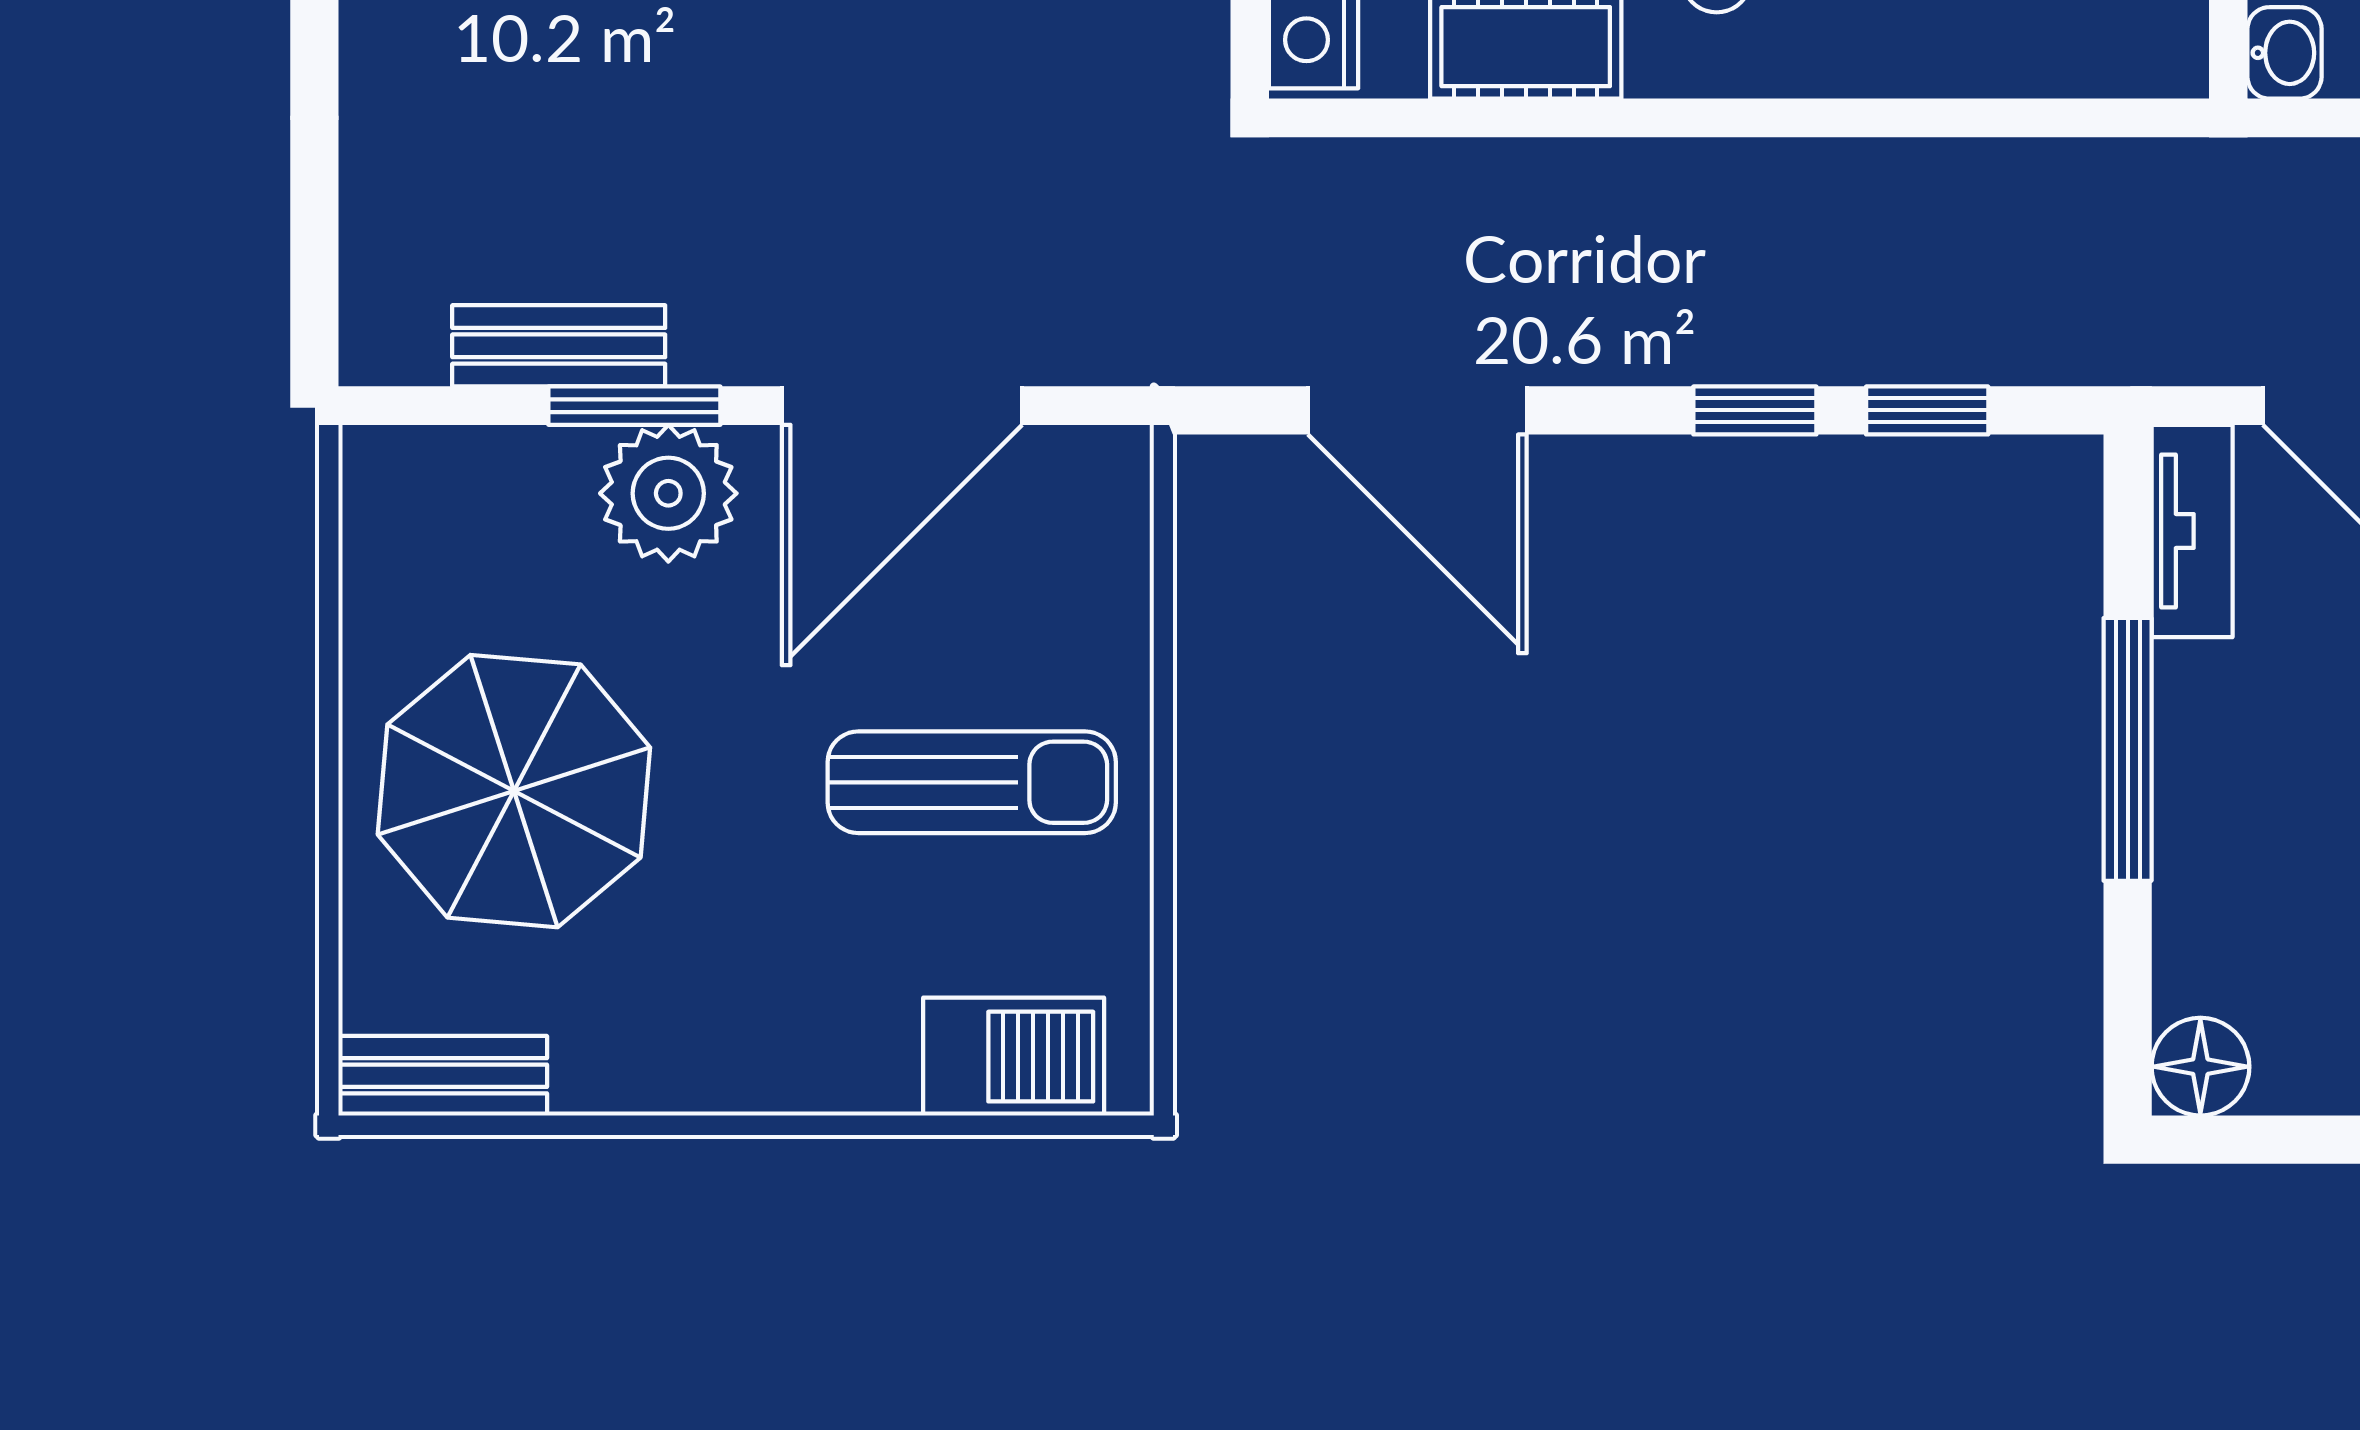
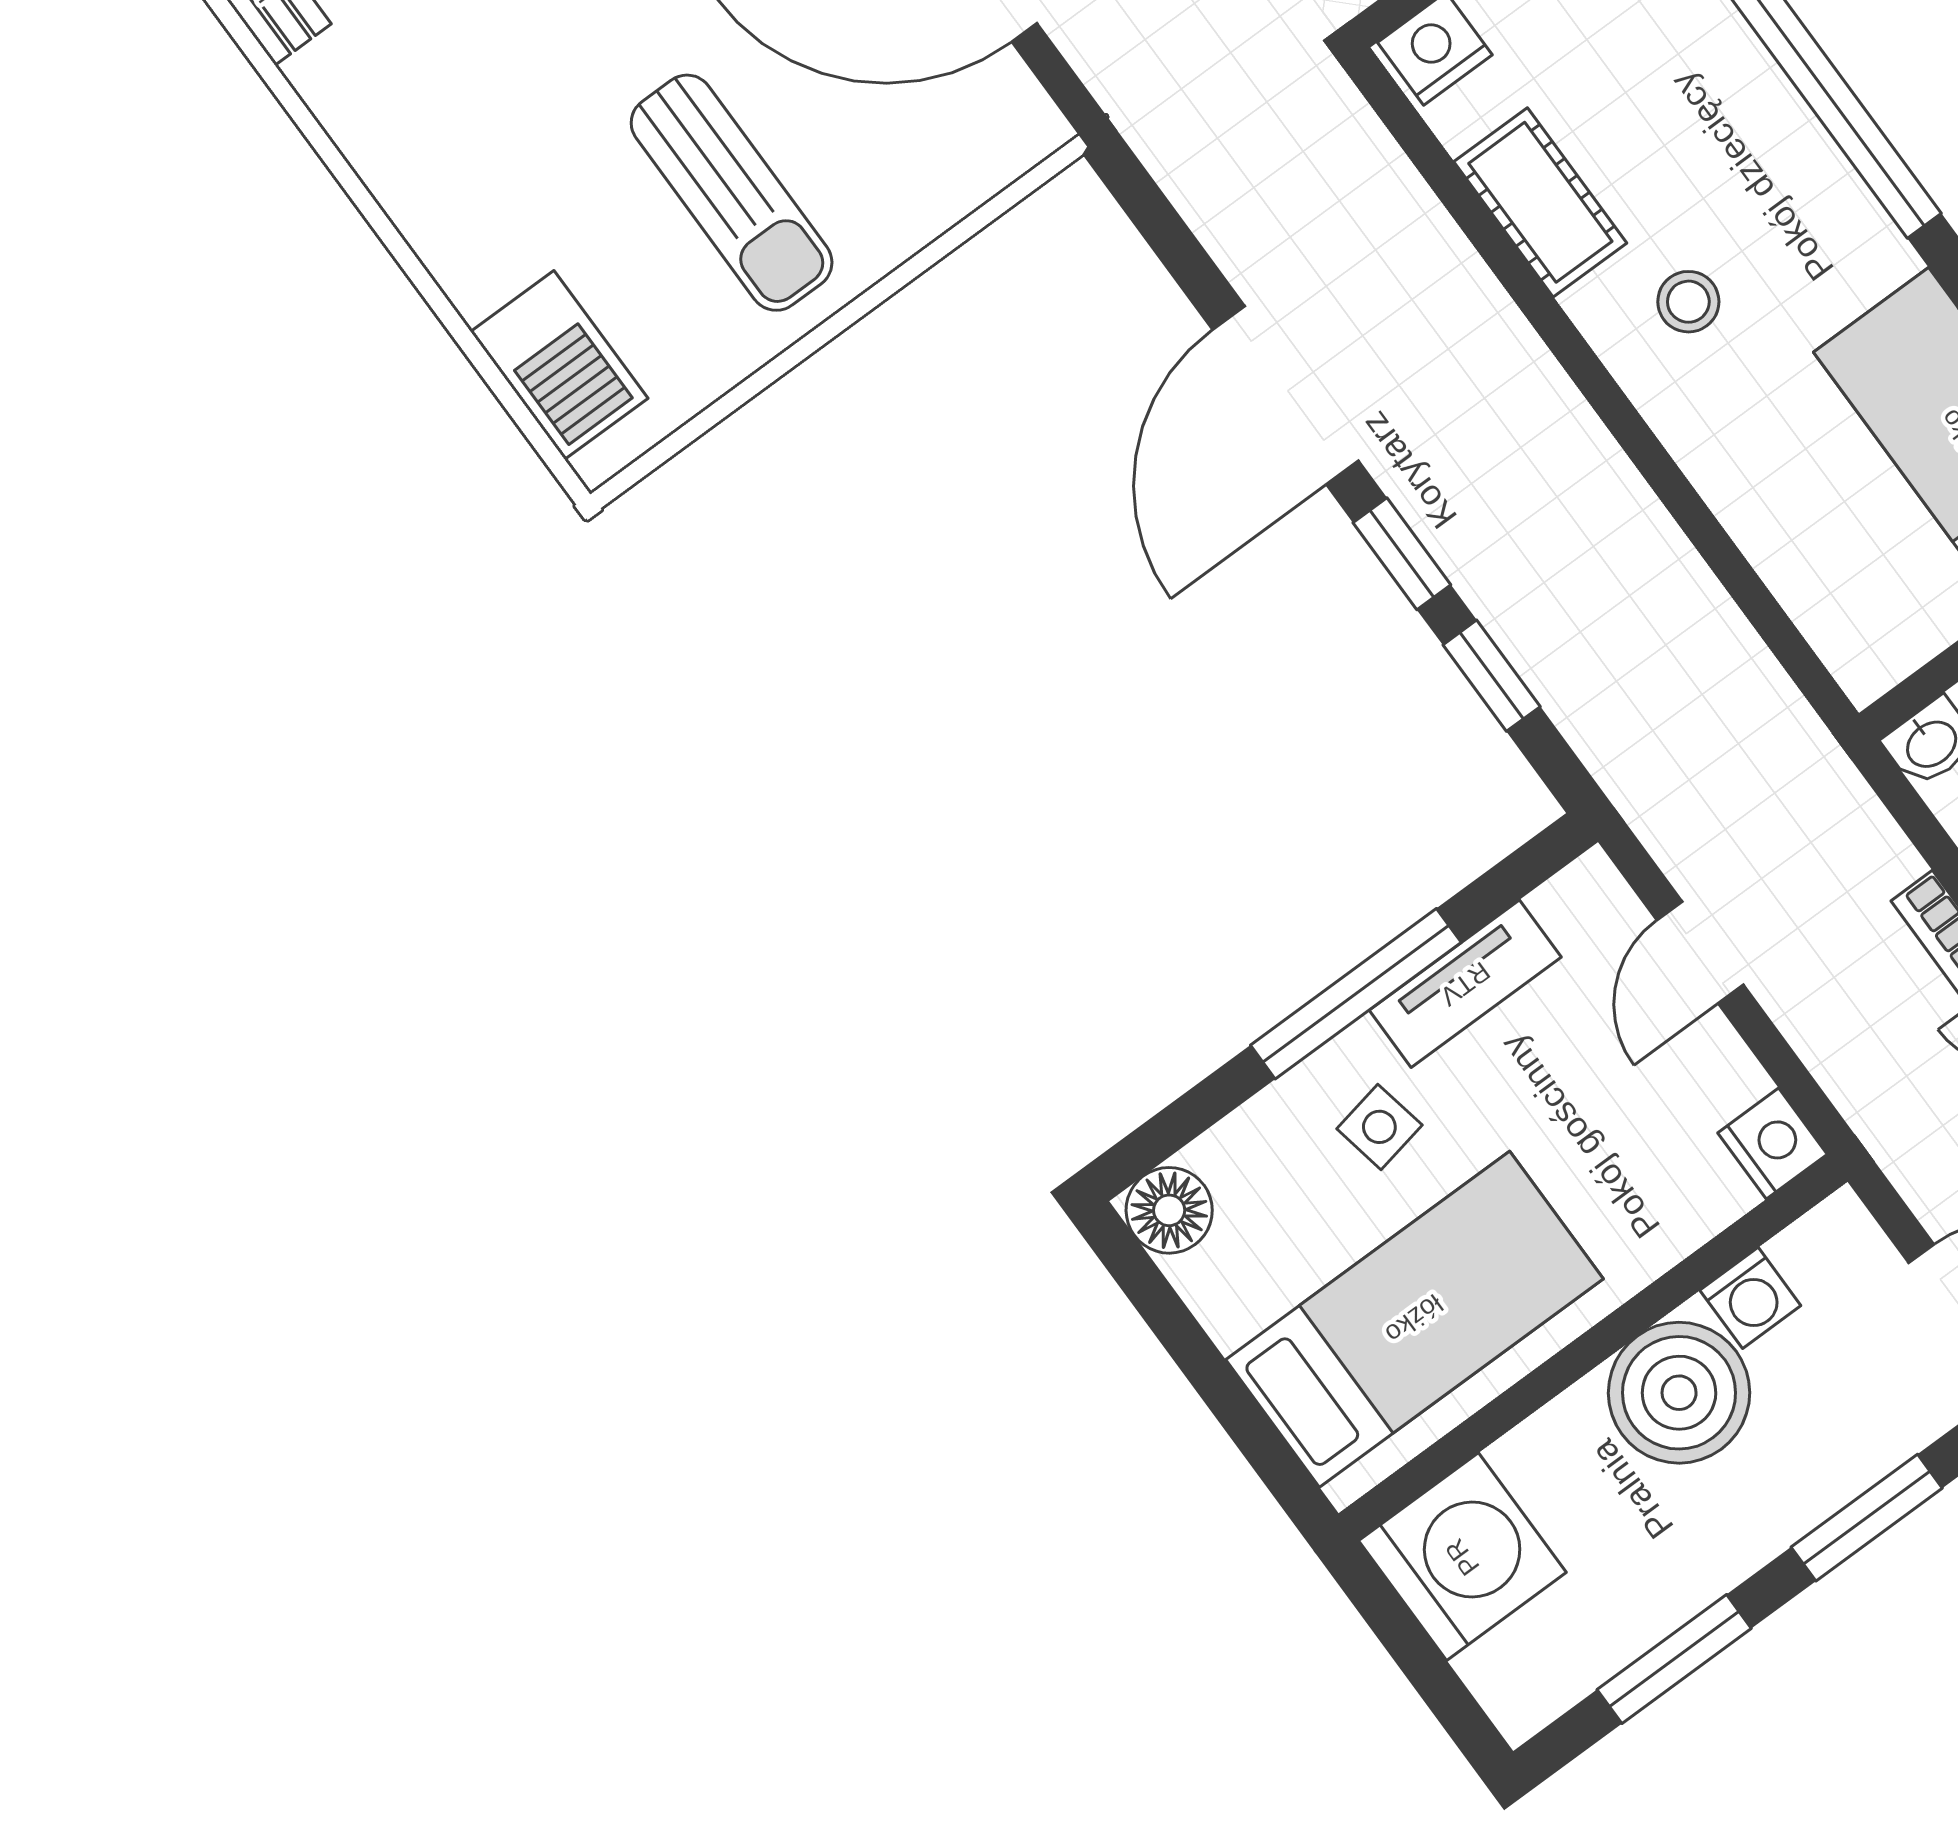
door: (1417, 410) -> (1286, 395), moved
tv unit: (2192, 531) -> (1465, 984), moved
side table: (2266, 818) -> (1379, 1127), added

